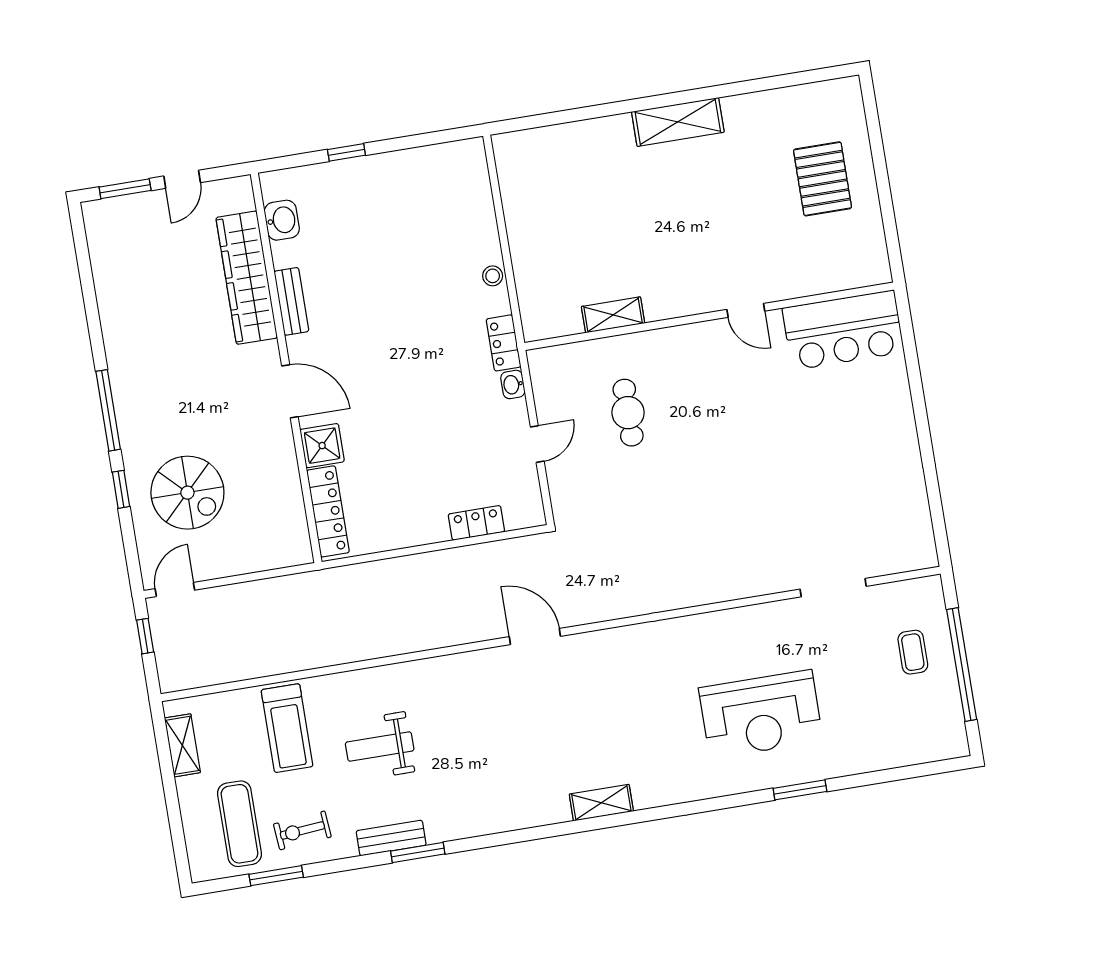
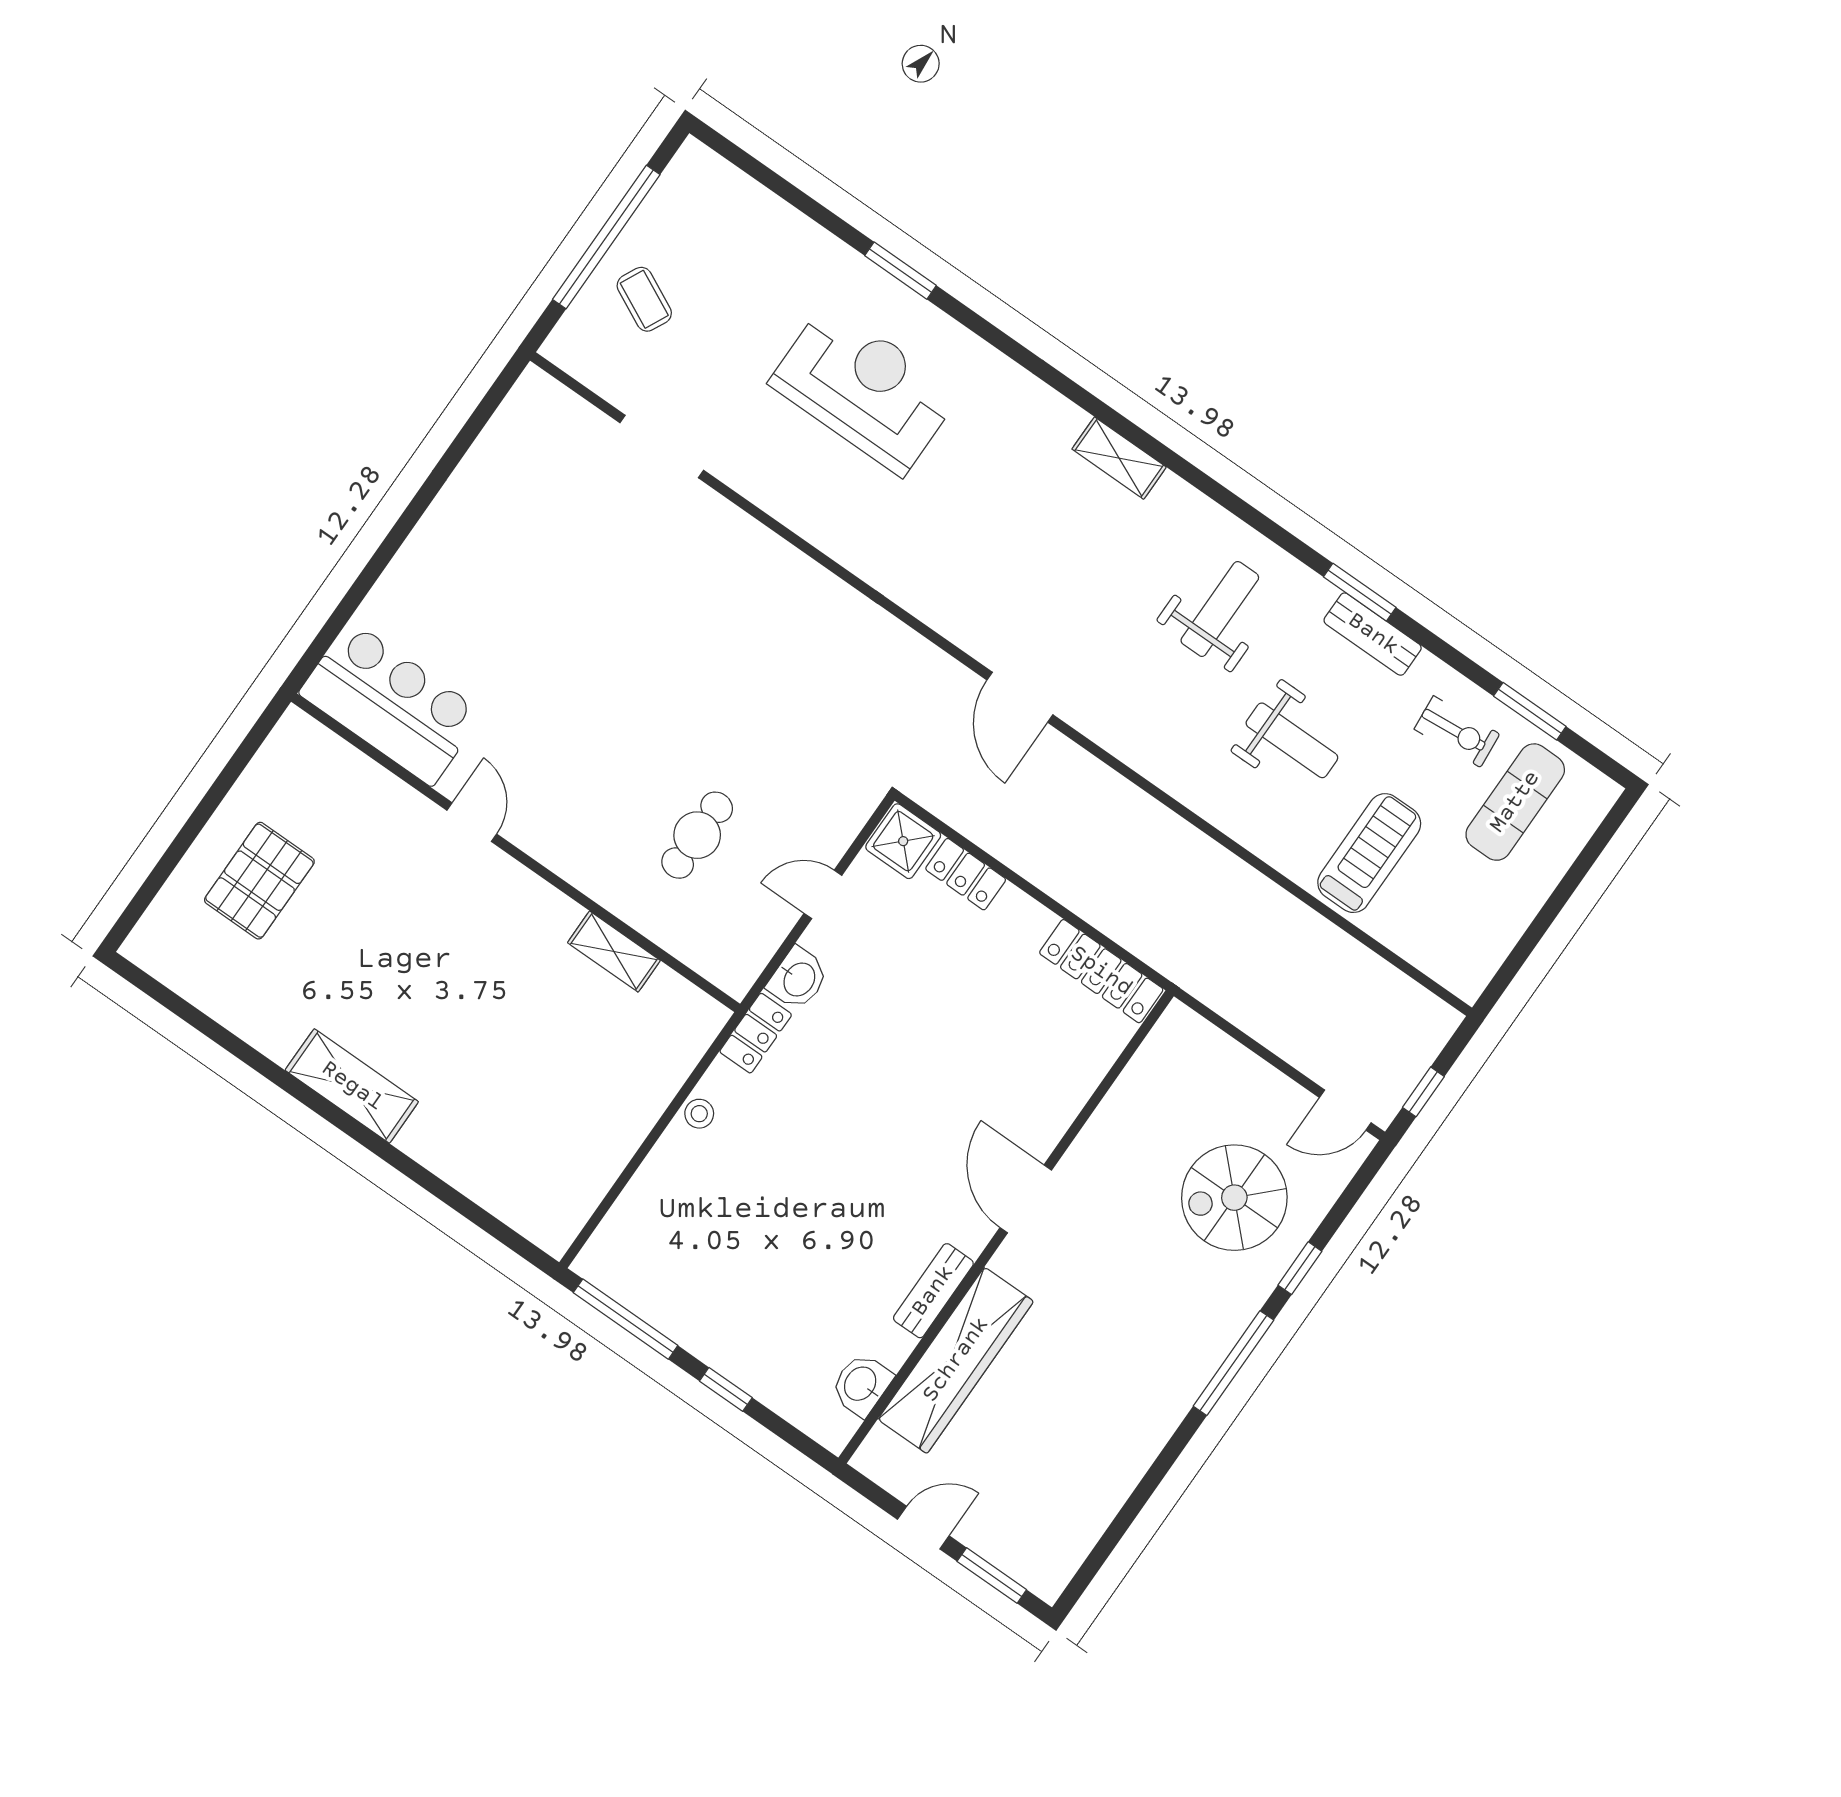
window: (430, 139) -> (626, 1319), added
washbasin: (513, 384) -> (798, 979), width x1.38, depth x1.45
shower: (322, 446) -> (903, 841), moved
spiral stairs: (187, 493) -> (1234, 1198), turned -90
locker: (328, 511) -> (1101, 971), moved, turned -90
coffee table: (913, 652) -> (644, 299), turned -64
shelving: (182, 745) -> (1495, 941), removed
weight bench: (479, 777) -> (1220, 609), added

